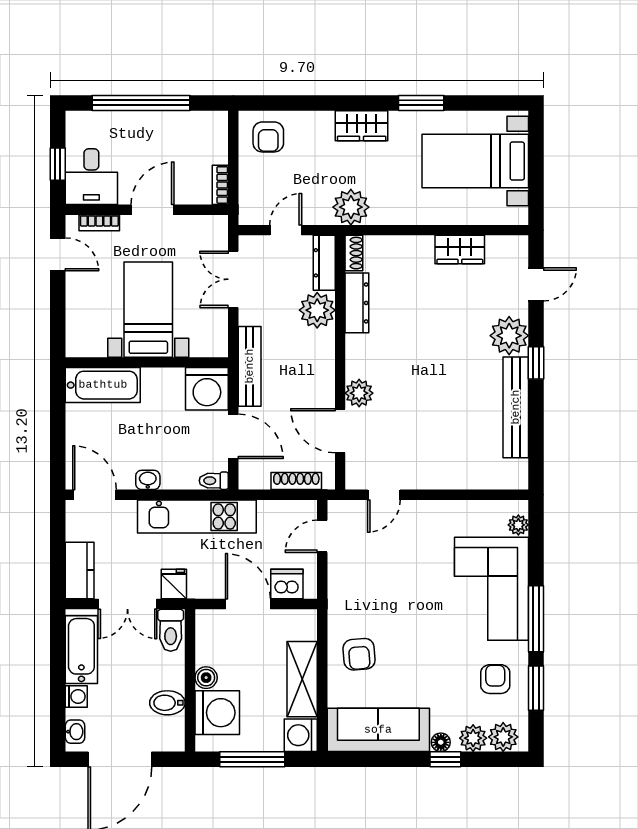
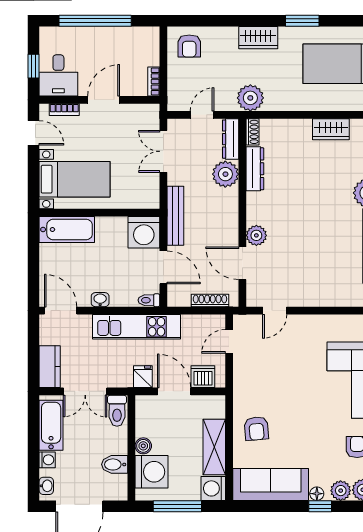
bed with nightstands: (148, 310) -> (74, 179), moved, turned 90
fridge: (174, 584) -> (143, 377), moved

